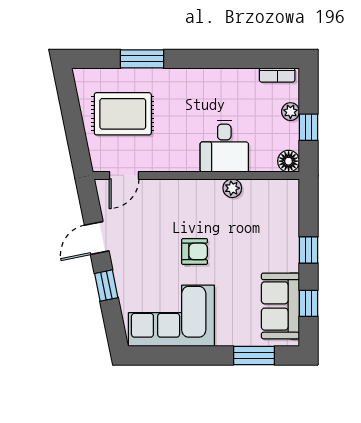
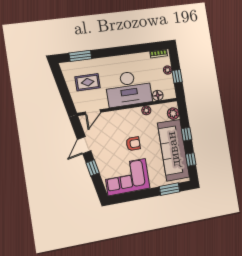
window: (142, 59) -> (80, 56), moved
rug: (123, 114) -> (88, 82), width x0.73, depth x0.70
desk: (224, 146) -> (129, 89), width x1.87, depth x1.30
floor lamp: (289, 161) -> (158, 95), moved
plant: (287, 203) -> (173, 114), added
sofa: (280, 306) -> (173, 150), width x1.85, depth x1.27

